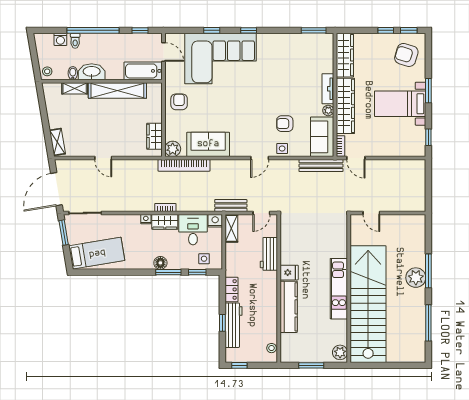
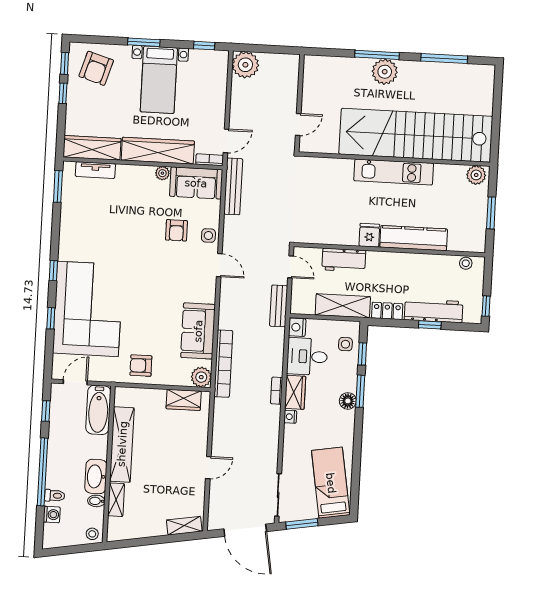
tv unit: (328, 89) -> (95, 170), moved
plant: (415, 170) -> (245, 65), added
shelving: (231, 228) -> (343, 306), moved, width x1.50, depth x1.33

